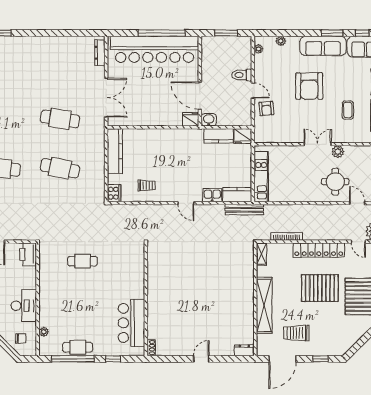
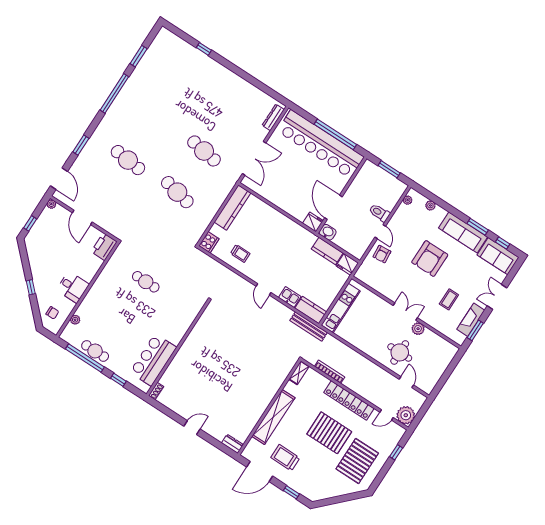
door: (358, 242) -> (386, 415), hinge flipped
desk: (24, 306) -> (73, 287), width x0.73

